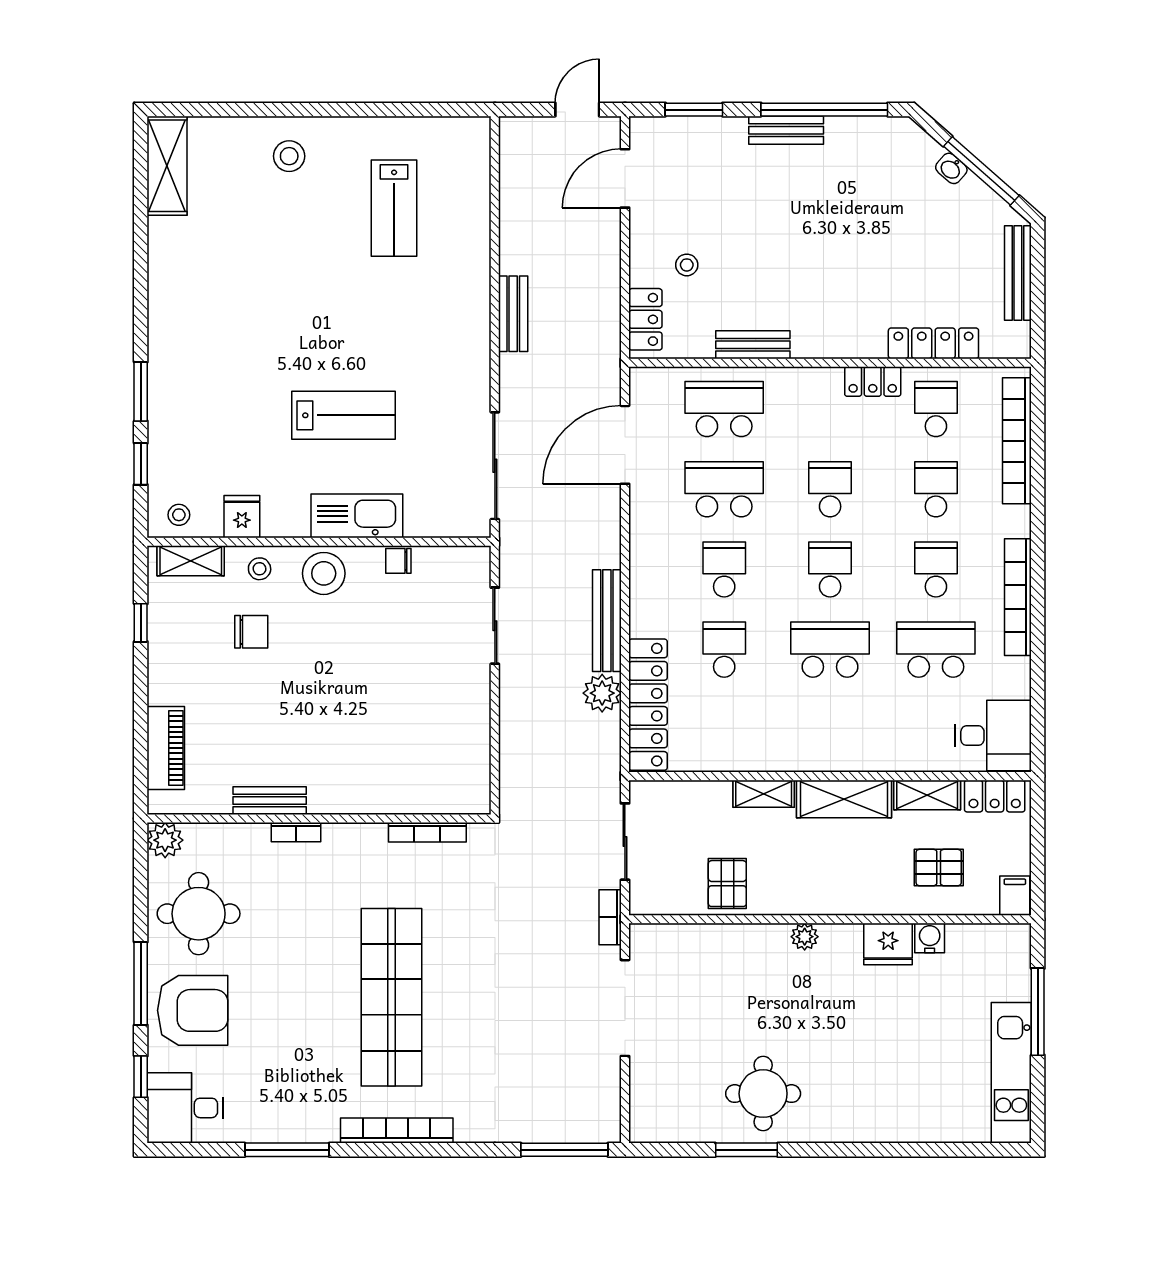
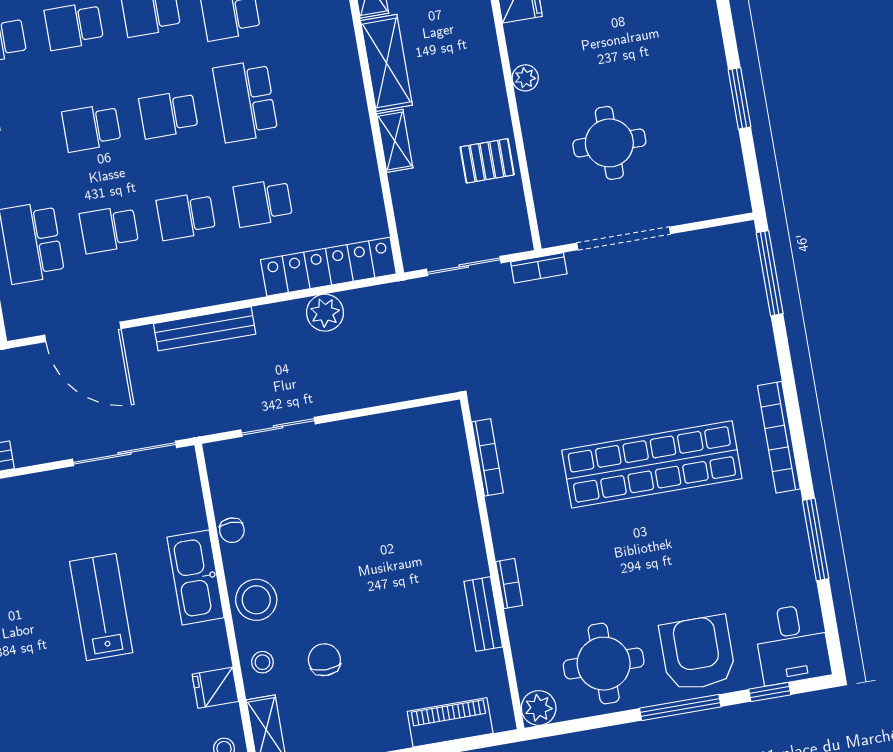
school desk: (724, 489) -> (109, 229), width x0.54
bench: (607, 621) -> (205, 329), moved
round table: (763, 1094) -> (609, 143), moved

